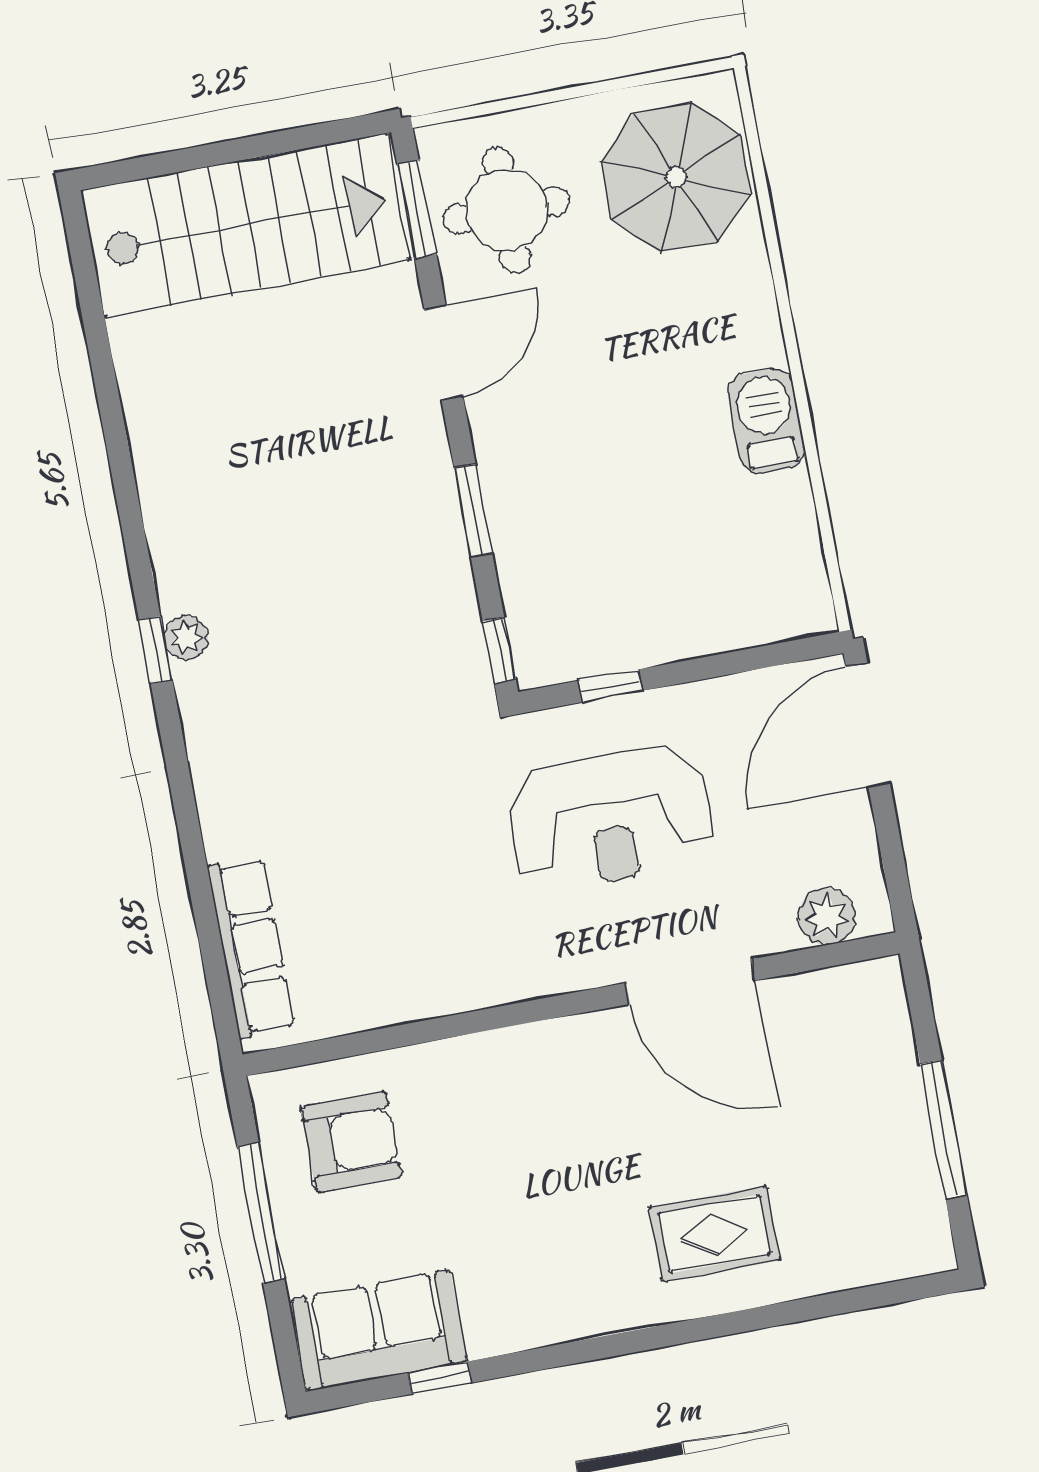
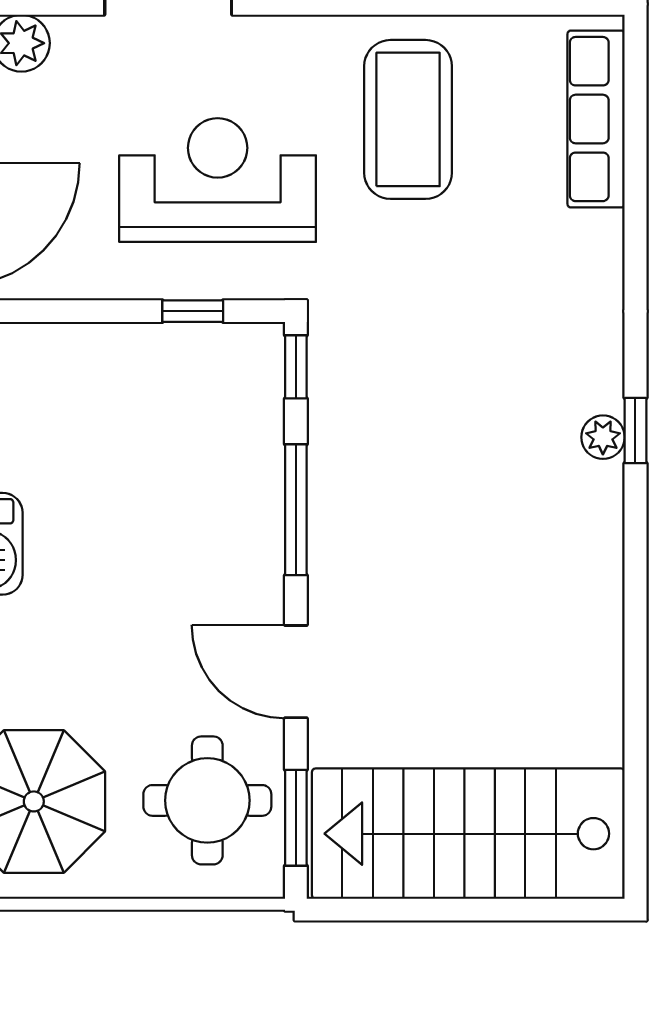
door: (444, 352) -> (296, 672), hinge flipped
window: (473, 510) -> (296, 510), width x1.44
coffee table: (435, 913) -> (408, 119), added

